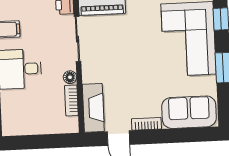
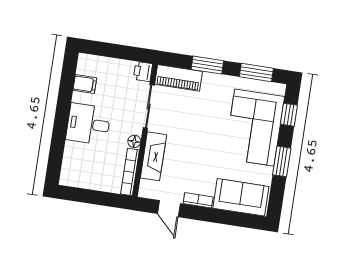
bookcase: (71, 100) -> (130, 172), width x1.56
fireplace: (93, 108) -> (153, 156), moved

